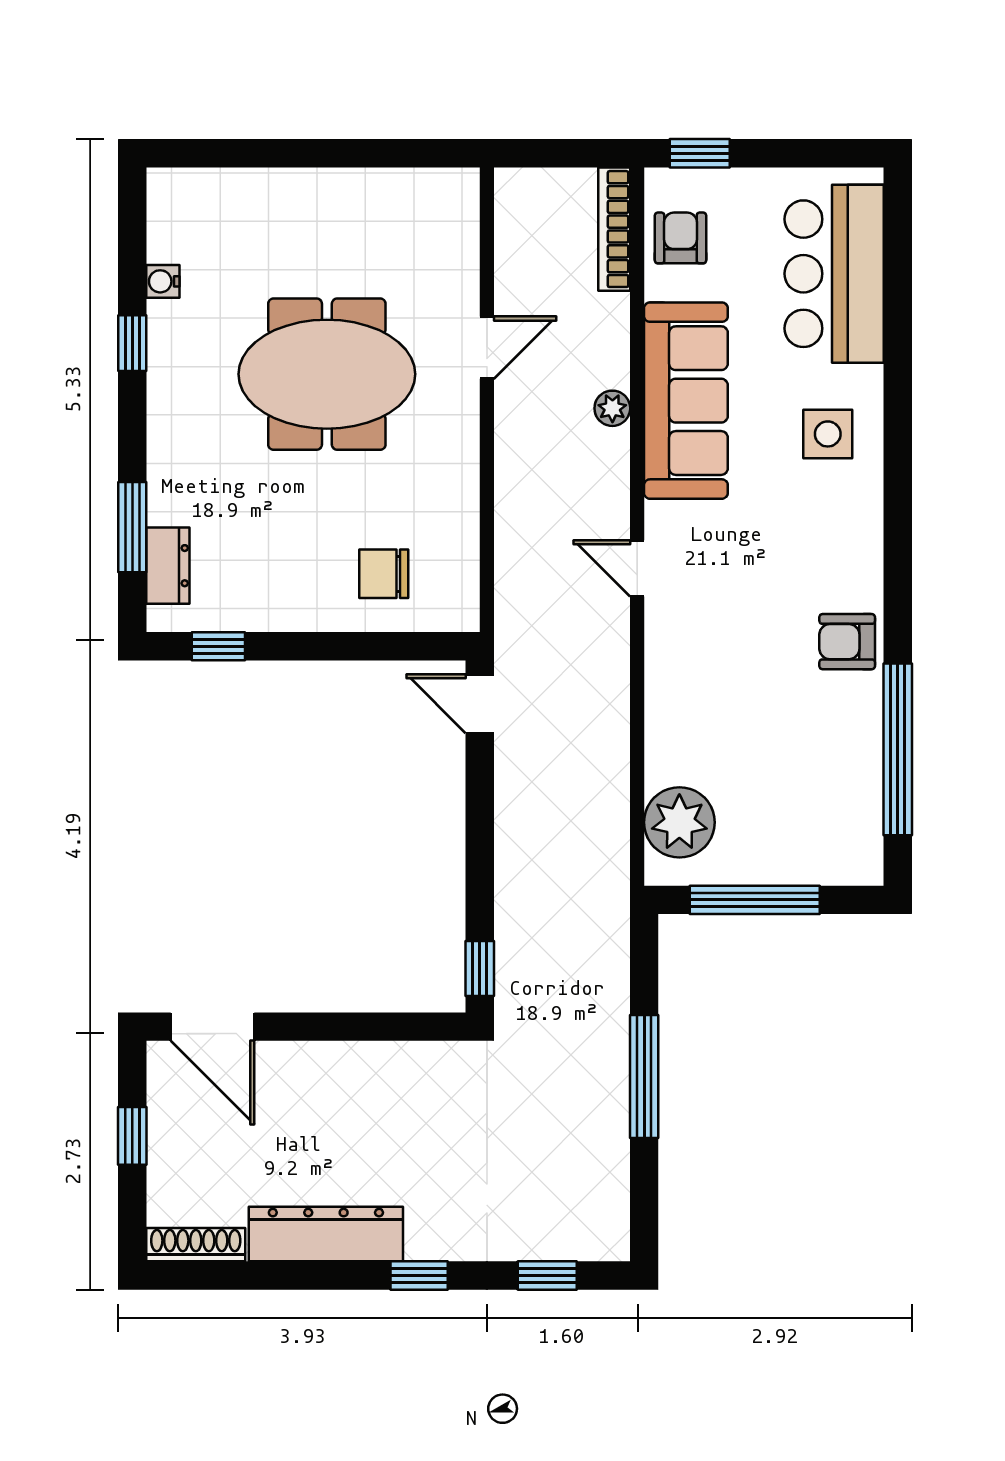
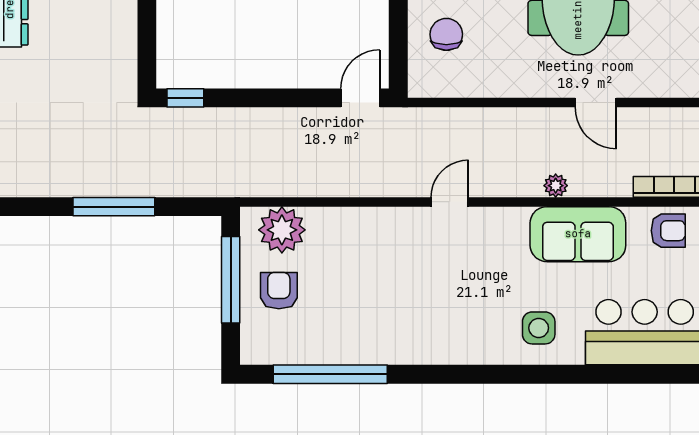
sofa: (686, 401) -> (578, 234), width x0.73
armchair: (847, 642) -> (279, 291), moved

